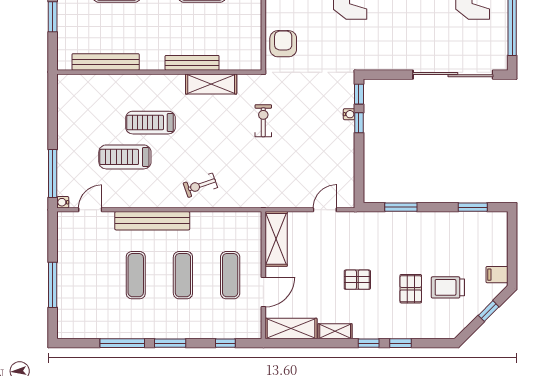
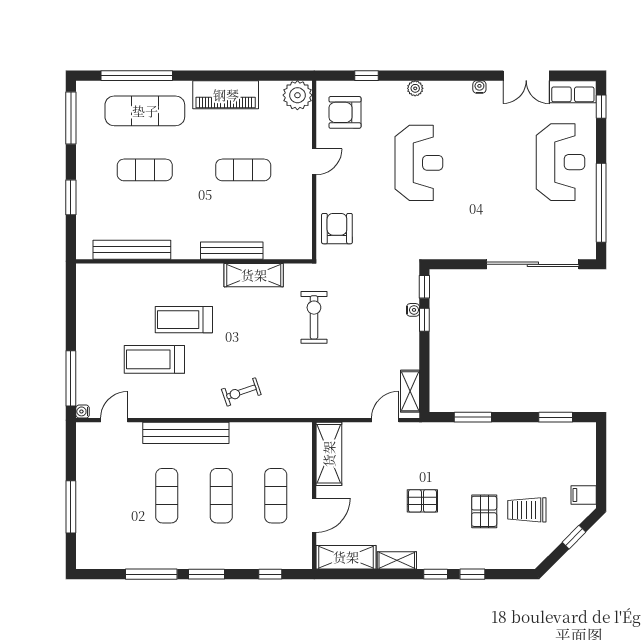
exercise bike: (263, 121) -> (314, 317), width x1.38, depth x1.39
shelving: (346, 185) -> (410, 391), added

